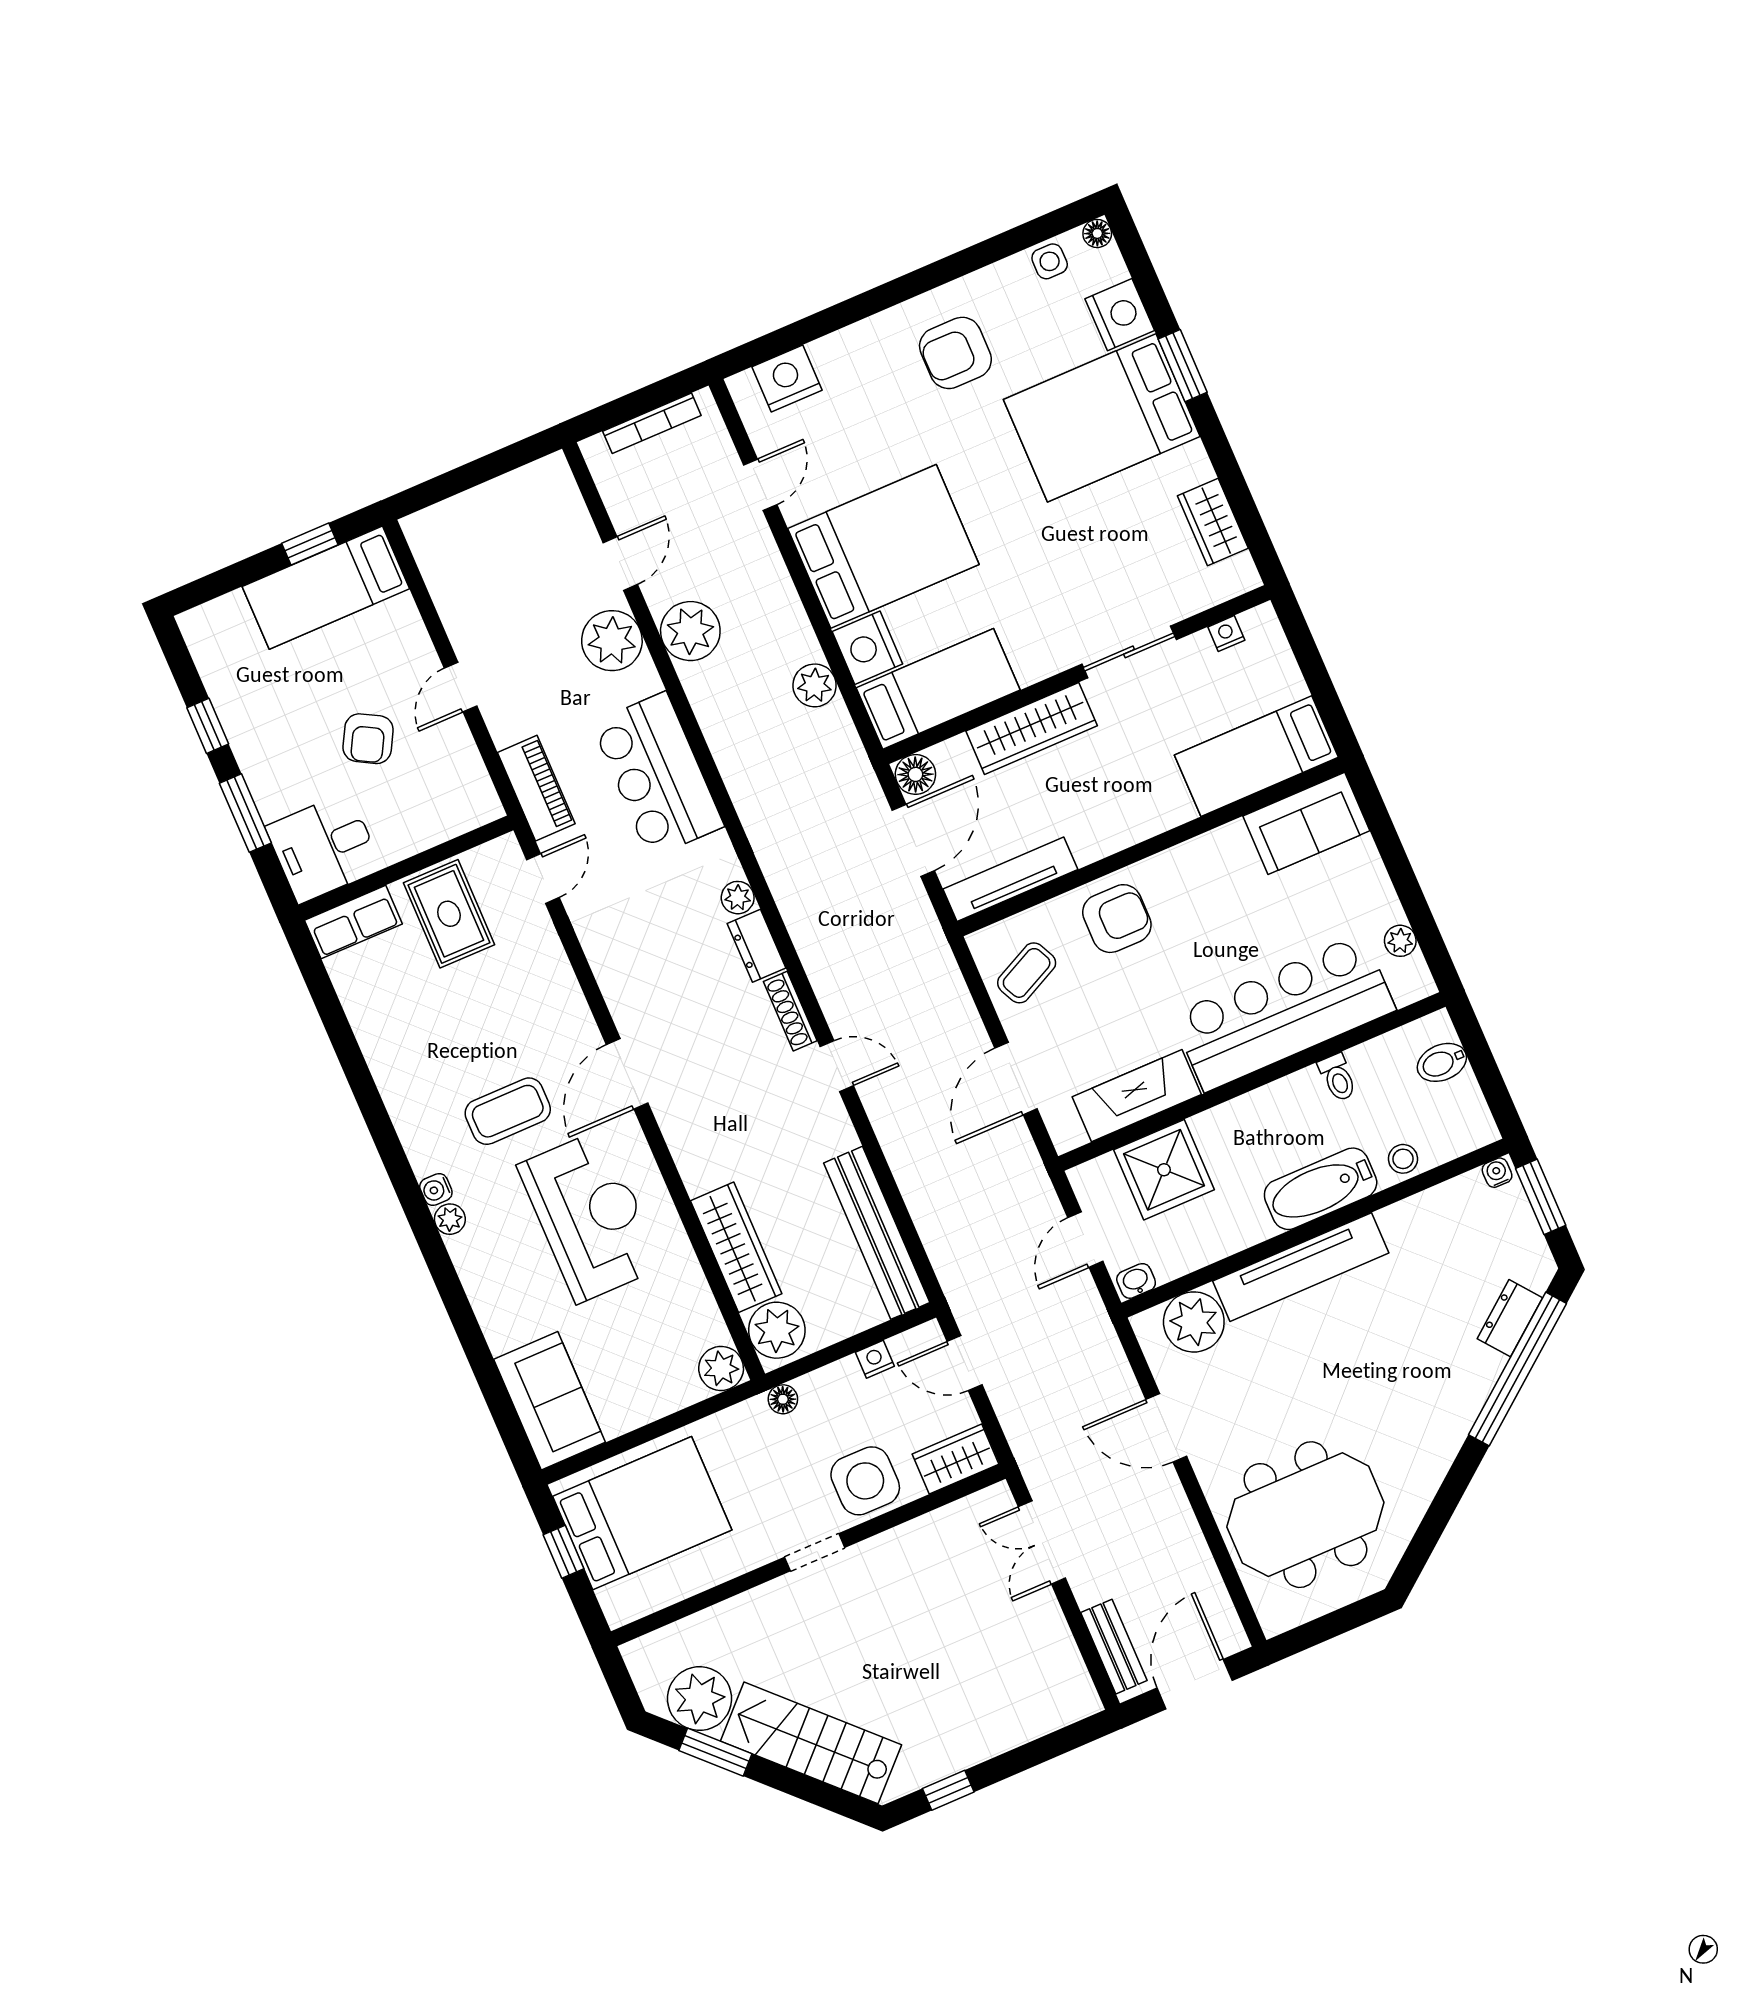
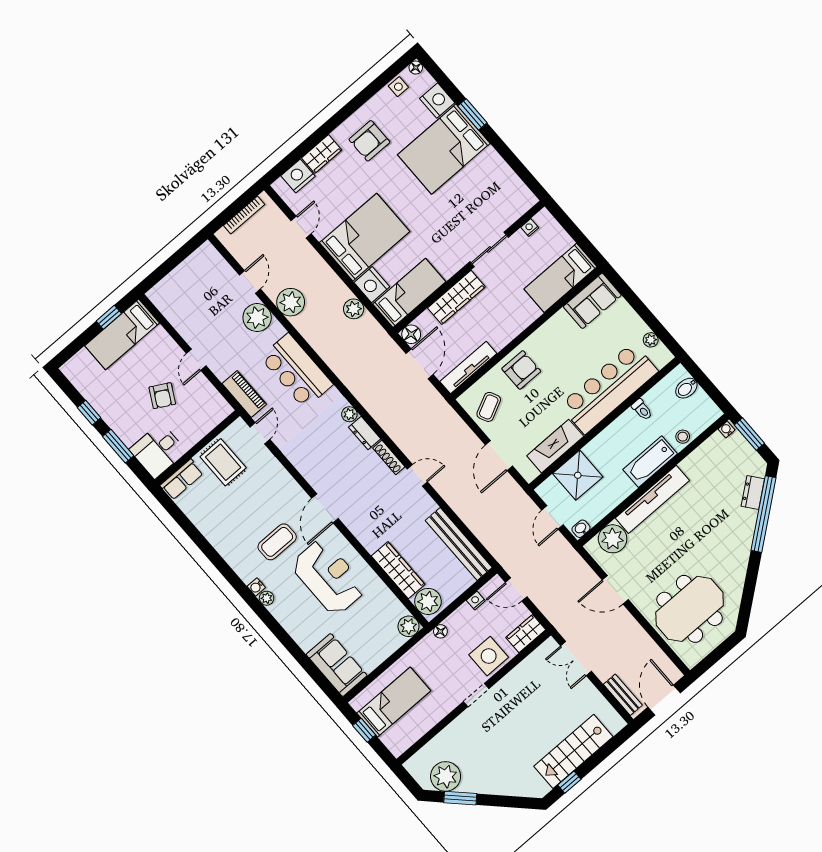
wardrobe: (1213, 522) -> (322, 154), moved, turned -90
bed: (642, 1513) -> (394, 702), width x0.67
stairs: (811, 1743) -> (573, 751), moved, turned -45

